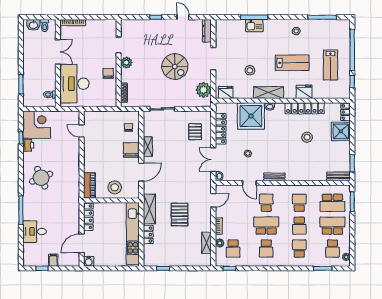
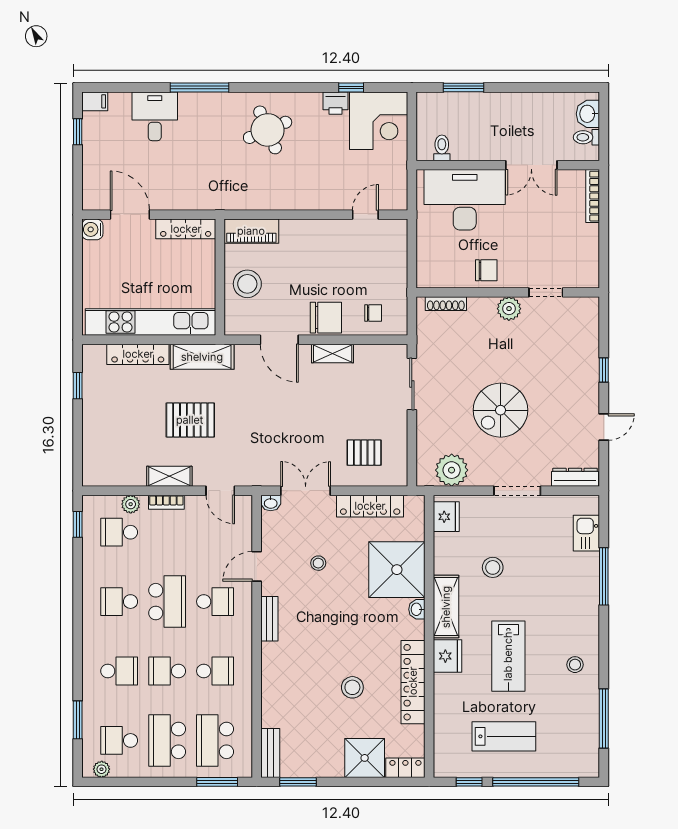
kitchen sink: (254, 26) -> (586, 533), moved
lab bench: (330, 65) -> (504, 736), turned 180
fridge: (304, 92) -> (448, 656), moved
school desk: (332, 226) -> (167, 740), turned 180
locker: (148, 235) -> (138, 354), width x1.53
shelving: (206, 243) -> (169, 476), moved
filing cabinet: (53, 260) -> (95, 101), moved

